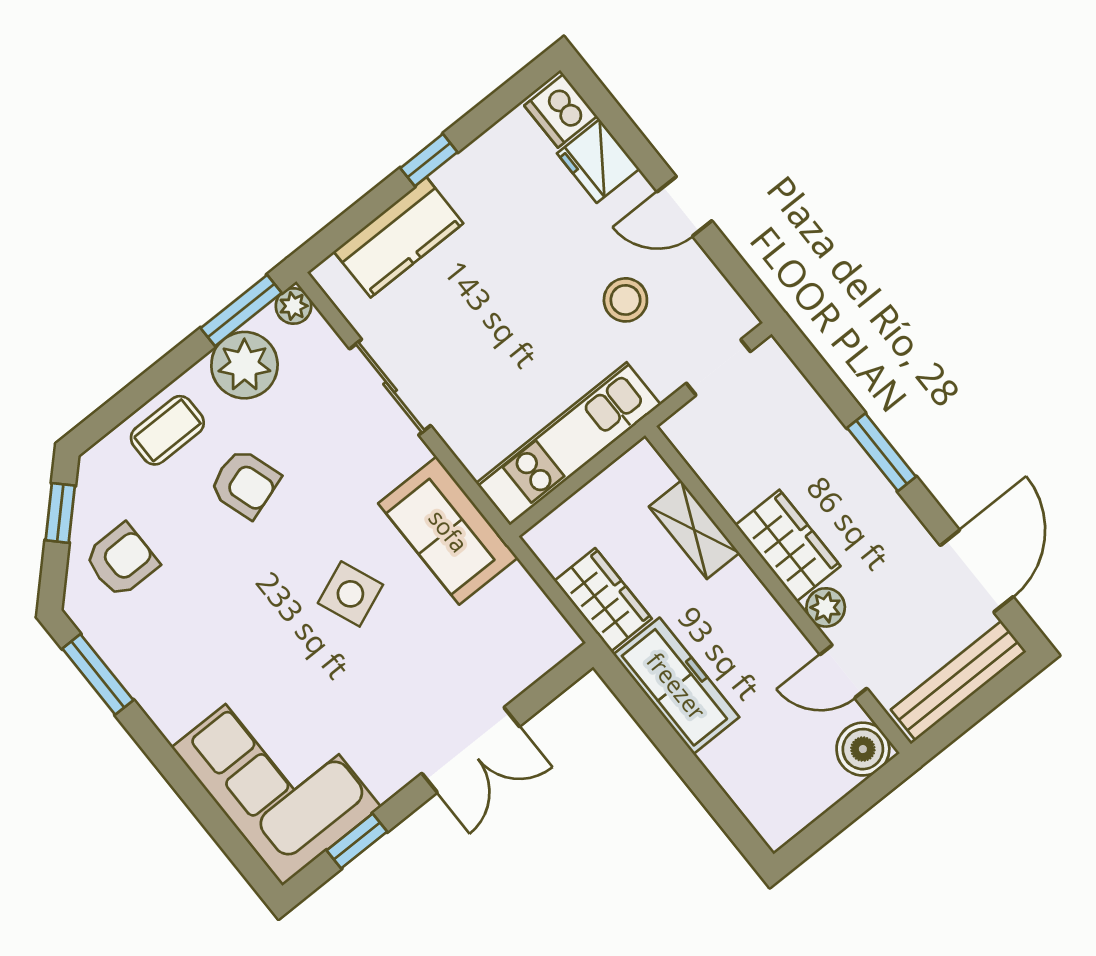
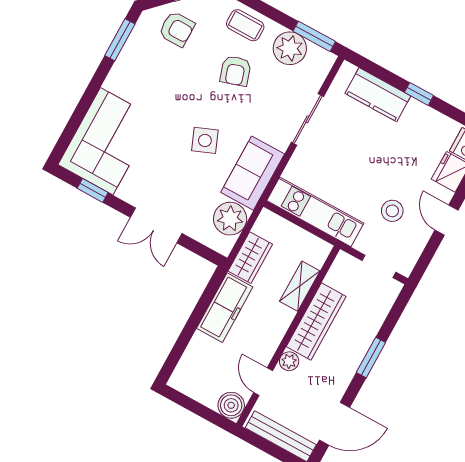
plant: (294, 306) -> (230, 219), moved, width x1.88, depth x1.88
wardrobe: (788, 546) -> (316, 321), width x1.50

